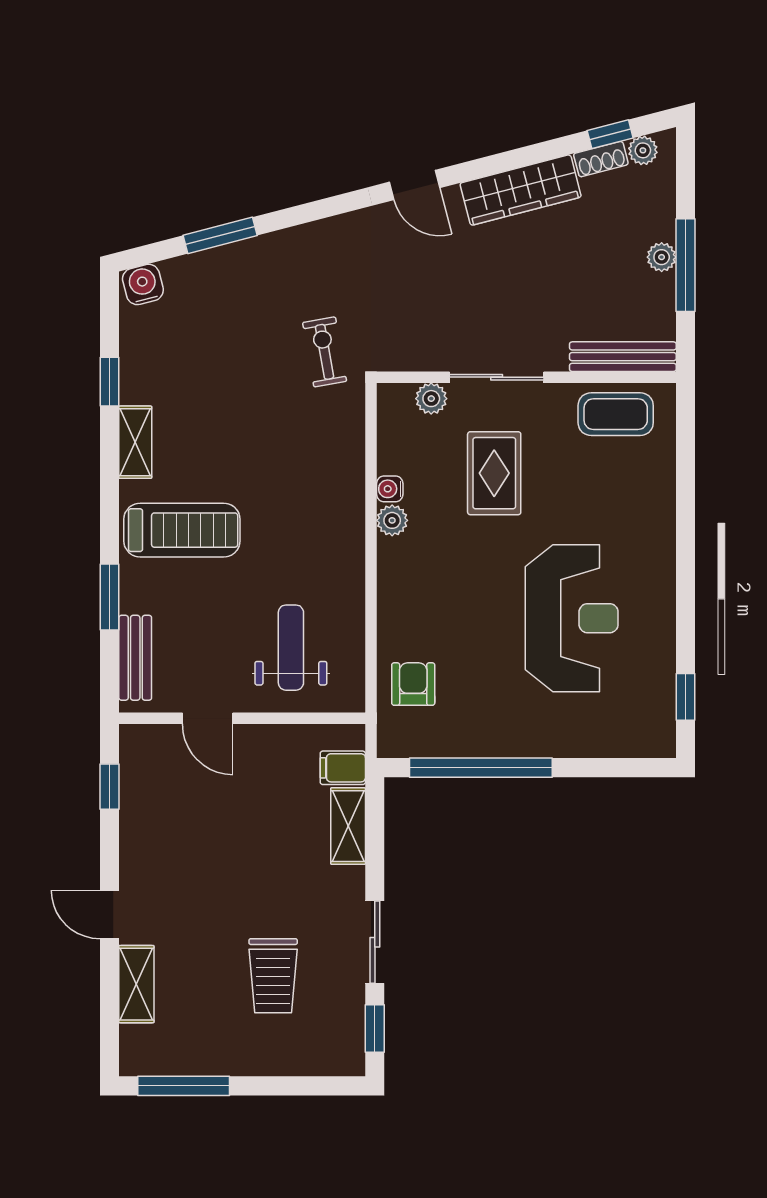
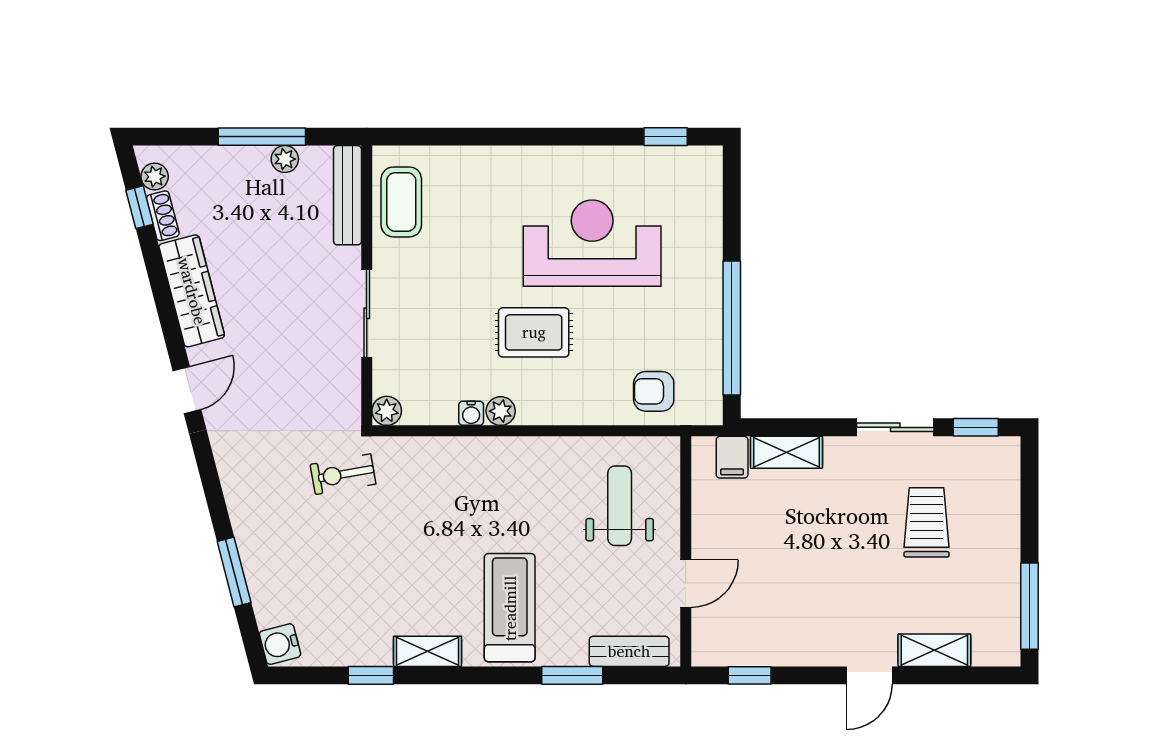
plant: (662, 257) -> (285, 159), moved
plant: (431, 399) -> (387, 411), moved
rug: (494, 473) -> (534, 332), moved
weight bench: (291, 648) -> (620, 506), turned 90
trolley: (273, 976) -> (927, 522), turned -90

